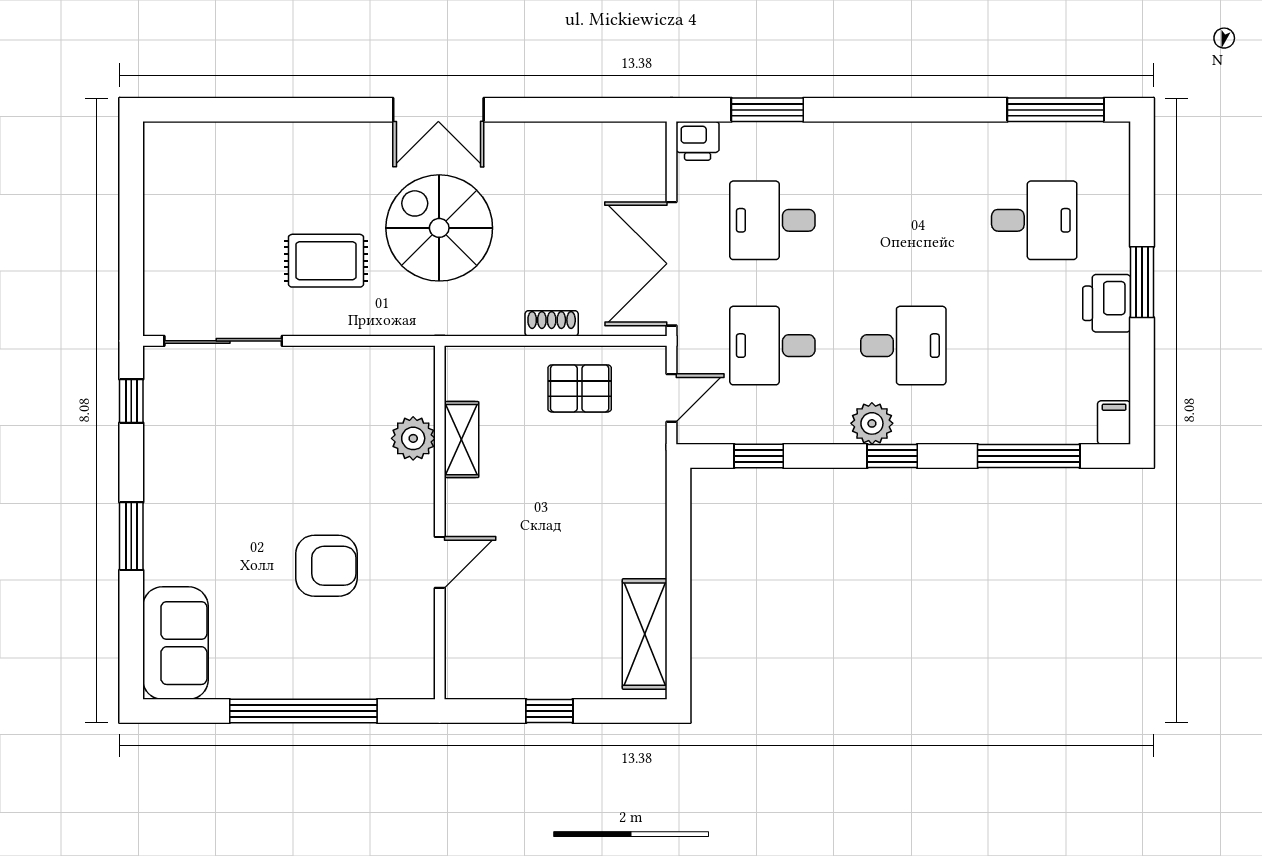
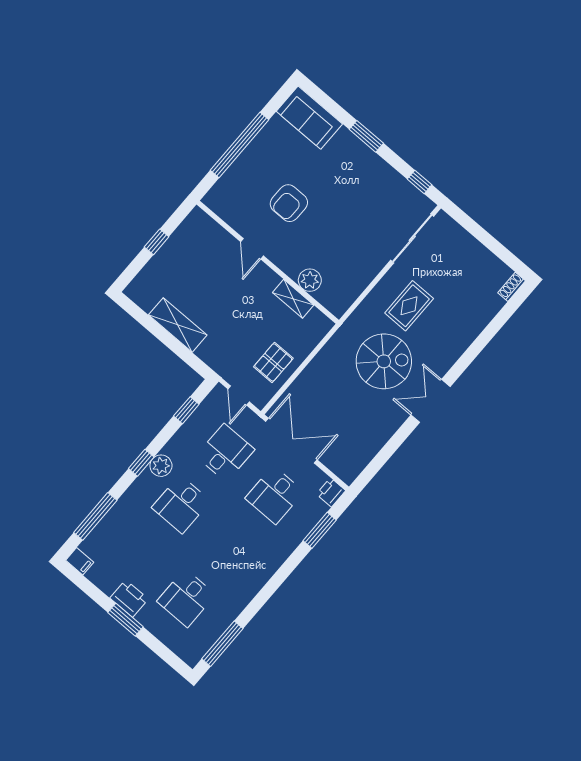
desk: (772, 220) -> (274, 495), turned 180
shoe rack: (552, 323) -> (512, 287), moved, turned 180
shelving: (645, 634) -> (178, 325), moved

